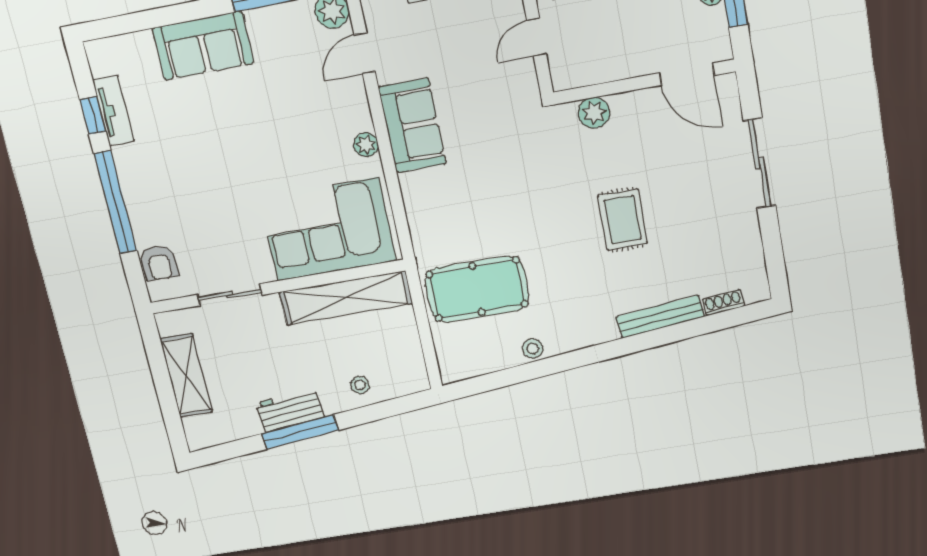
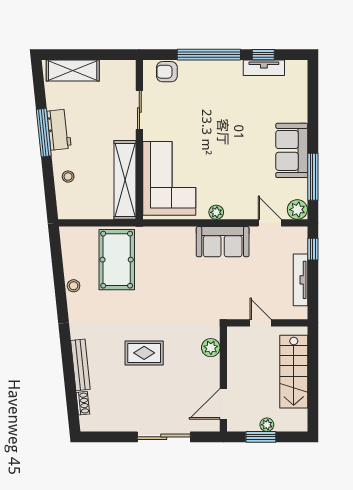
sofa: (203, 46) -> (292, 150), moved
shelving: (186, 376) -> (73, 71), moved

